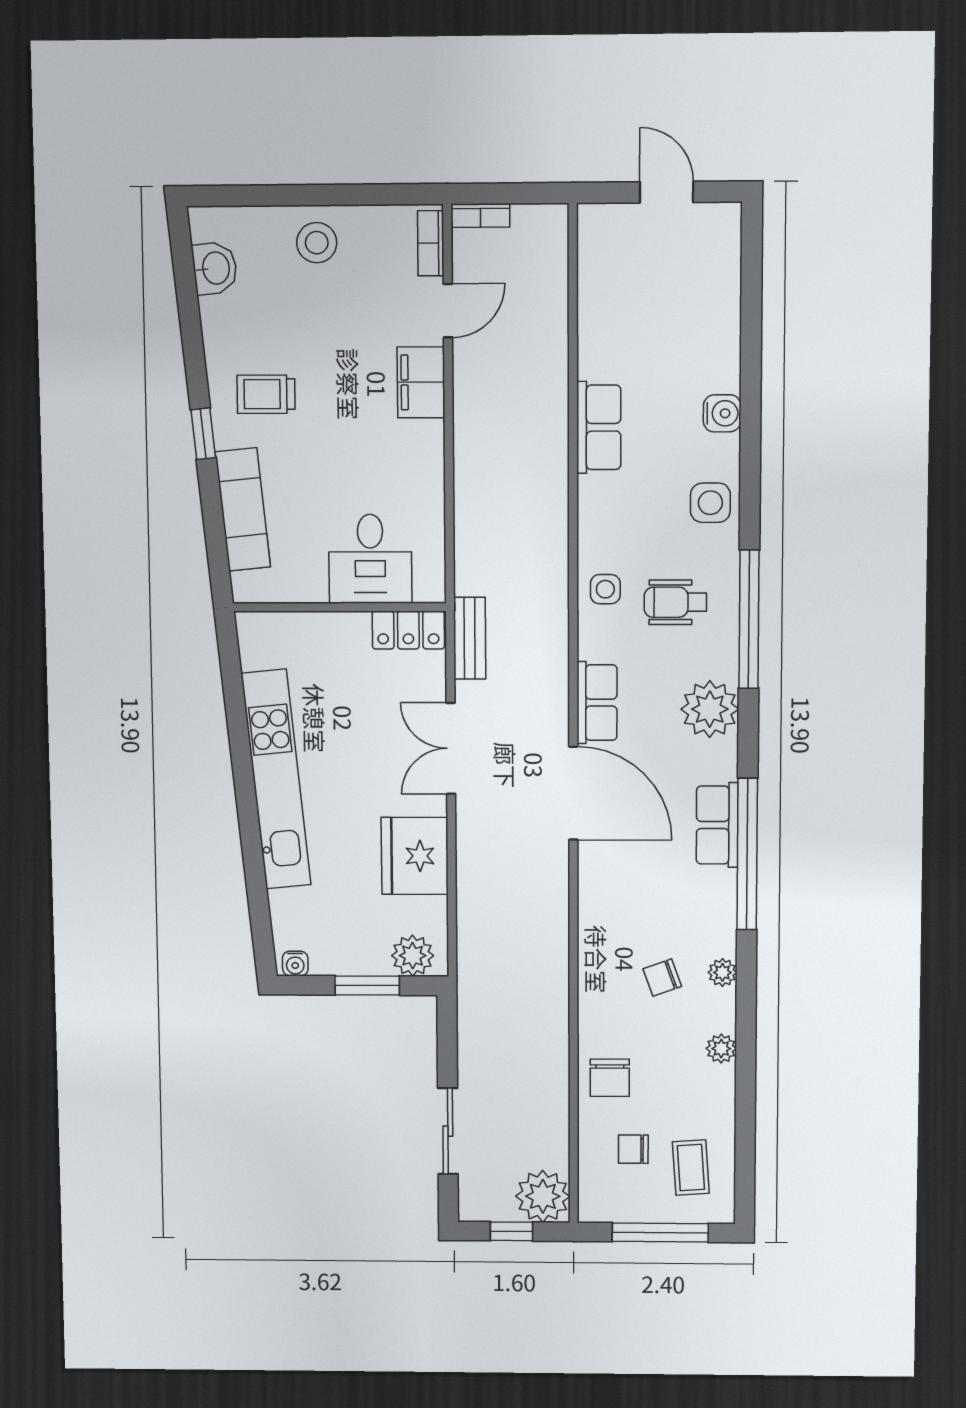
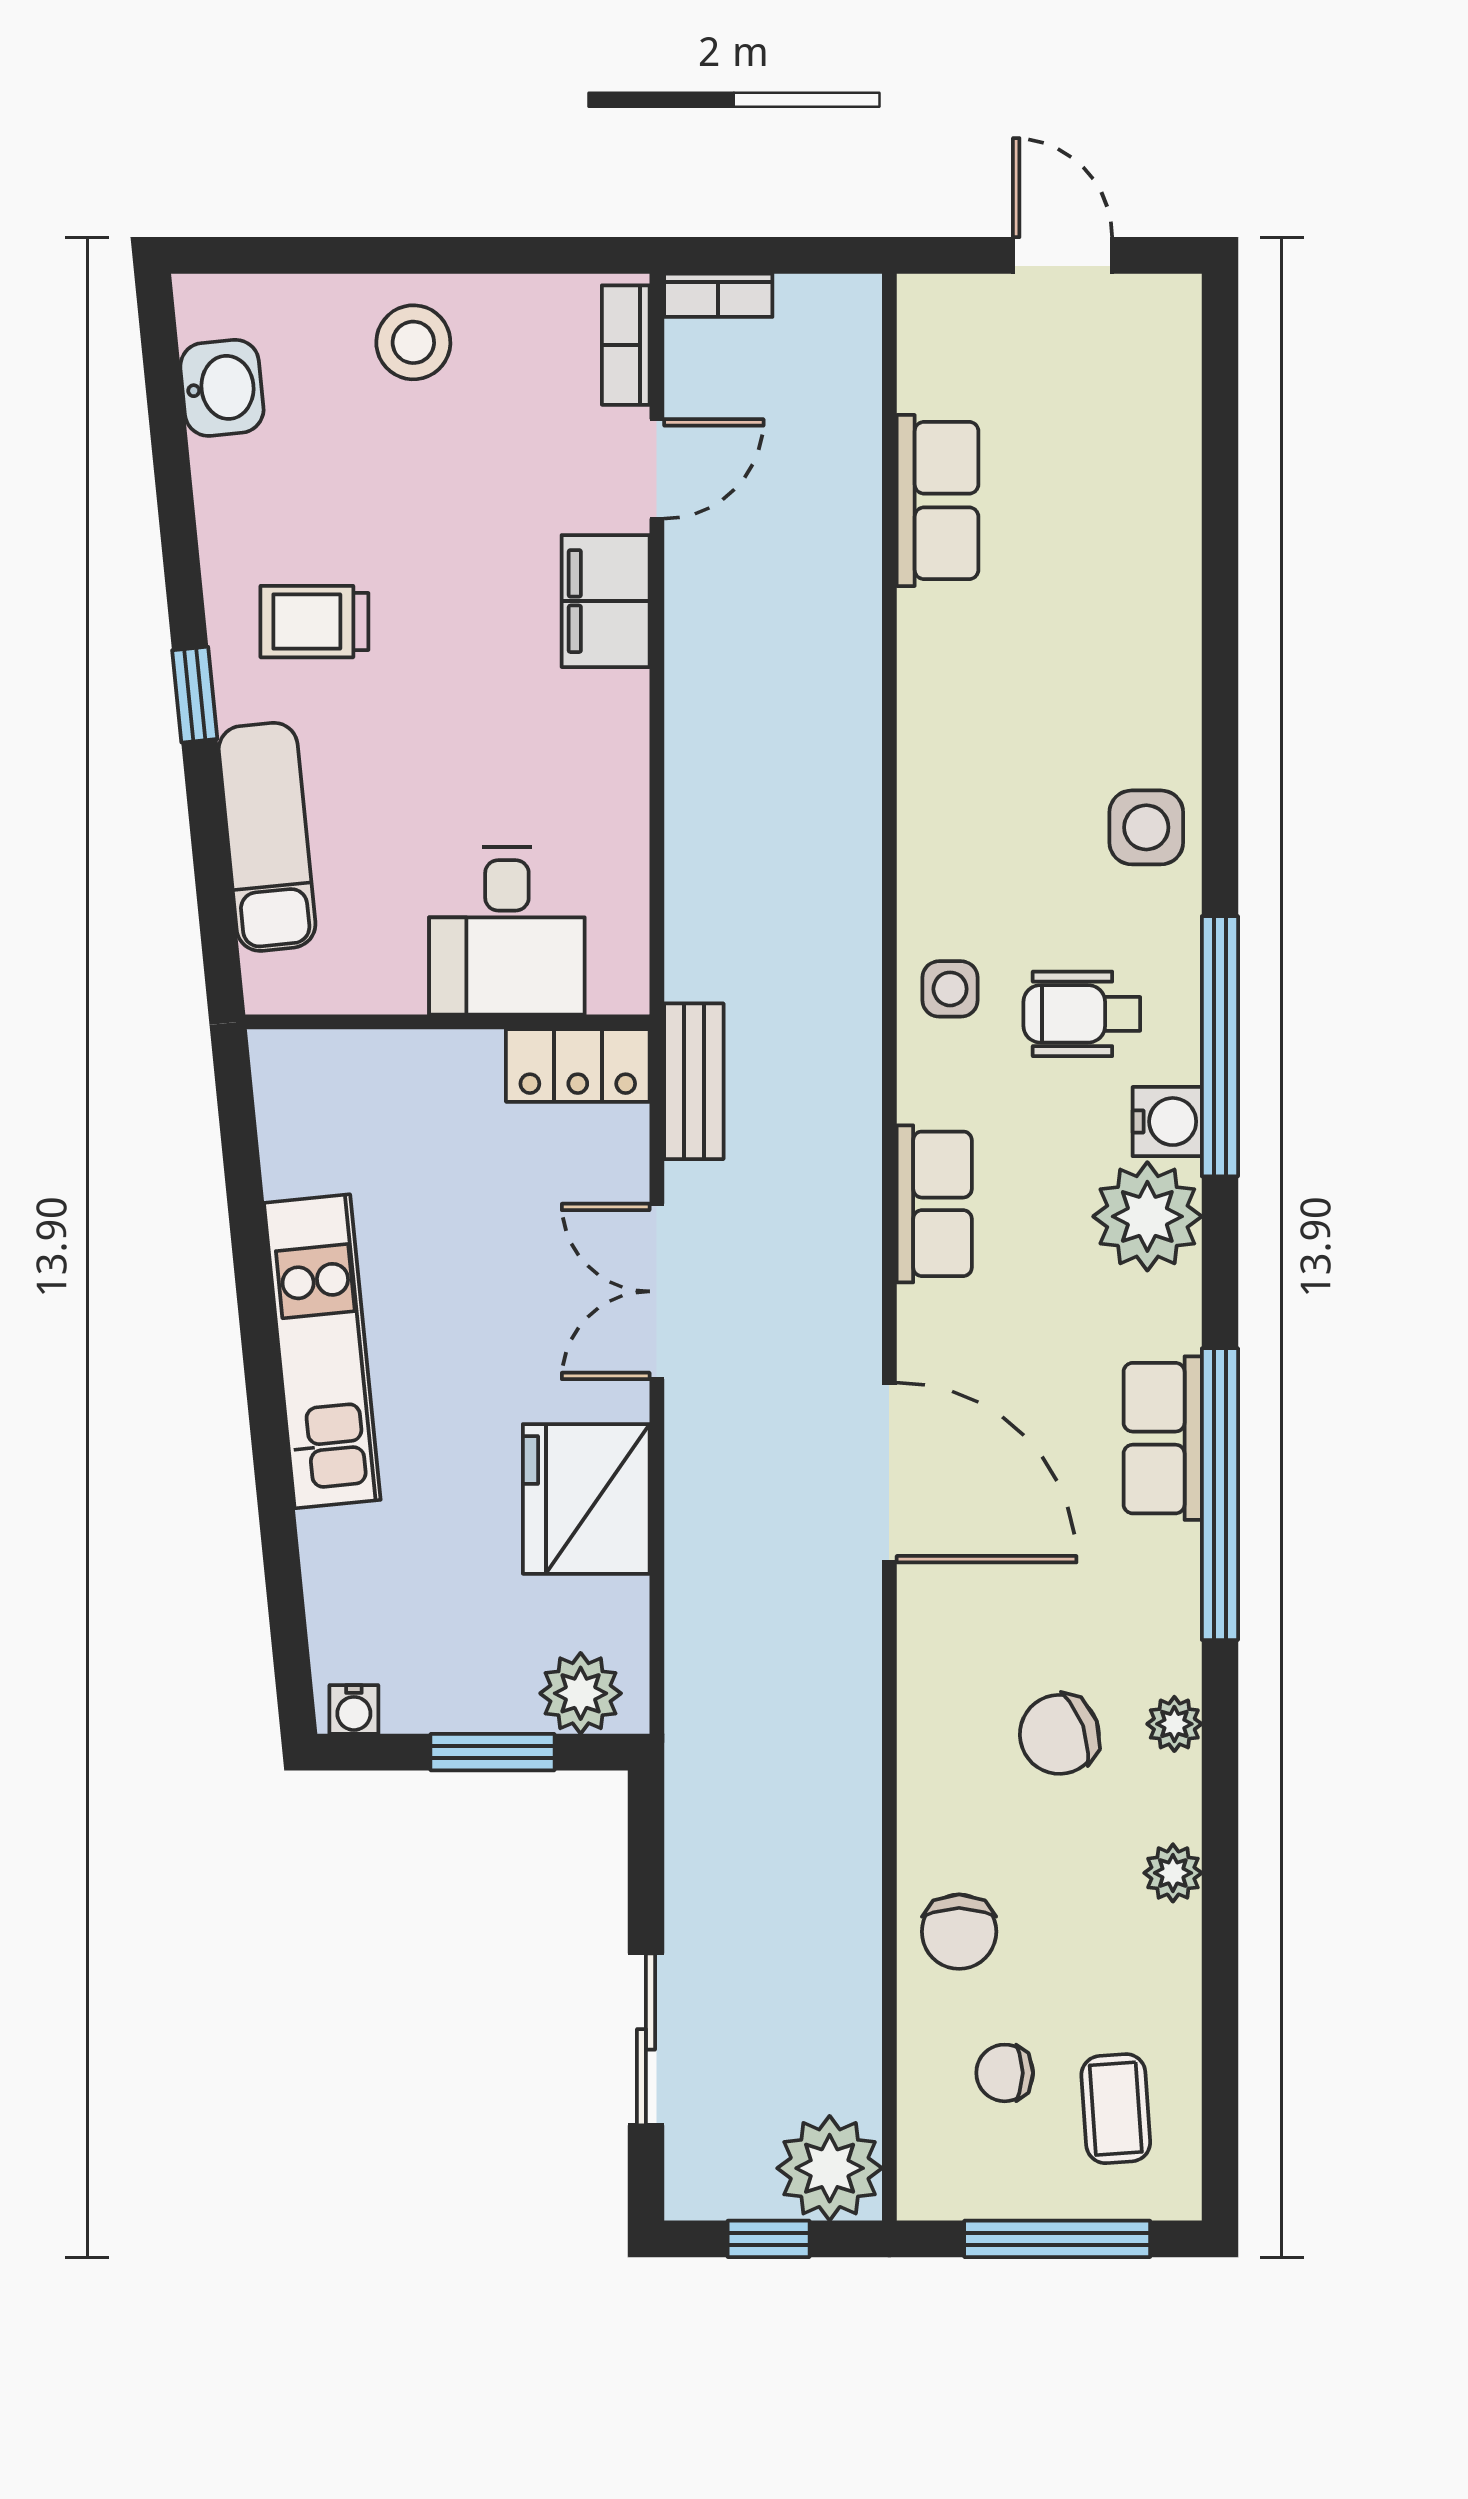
water cooler: (722, 413) -> (1167, 1122), moved
row of seats: (599, 427) -> (938, 500), moved
kitchen unit: (276, 779) -> (322, 1351), width x0.73
door: (573, 793) -> (889, 1473), moved
chair: (662, 978) -> (1059, 1734), width x1.37, depth x1.37

